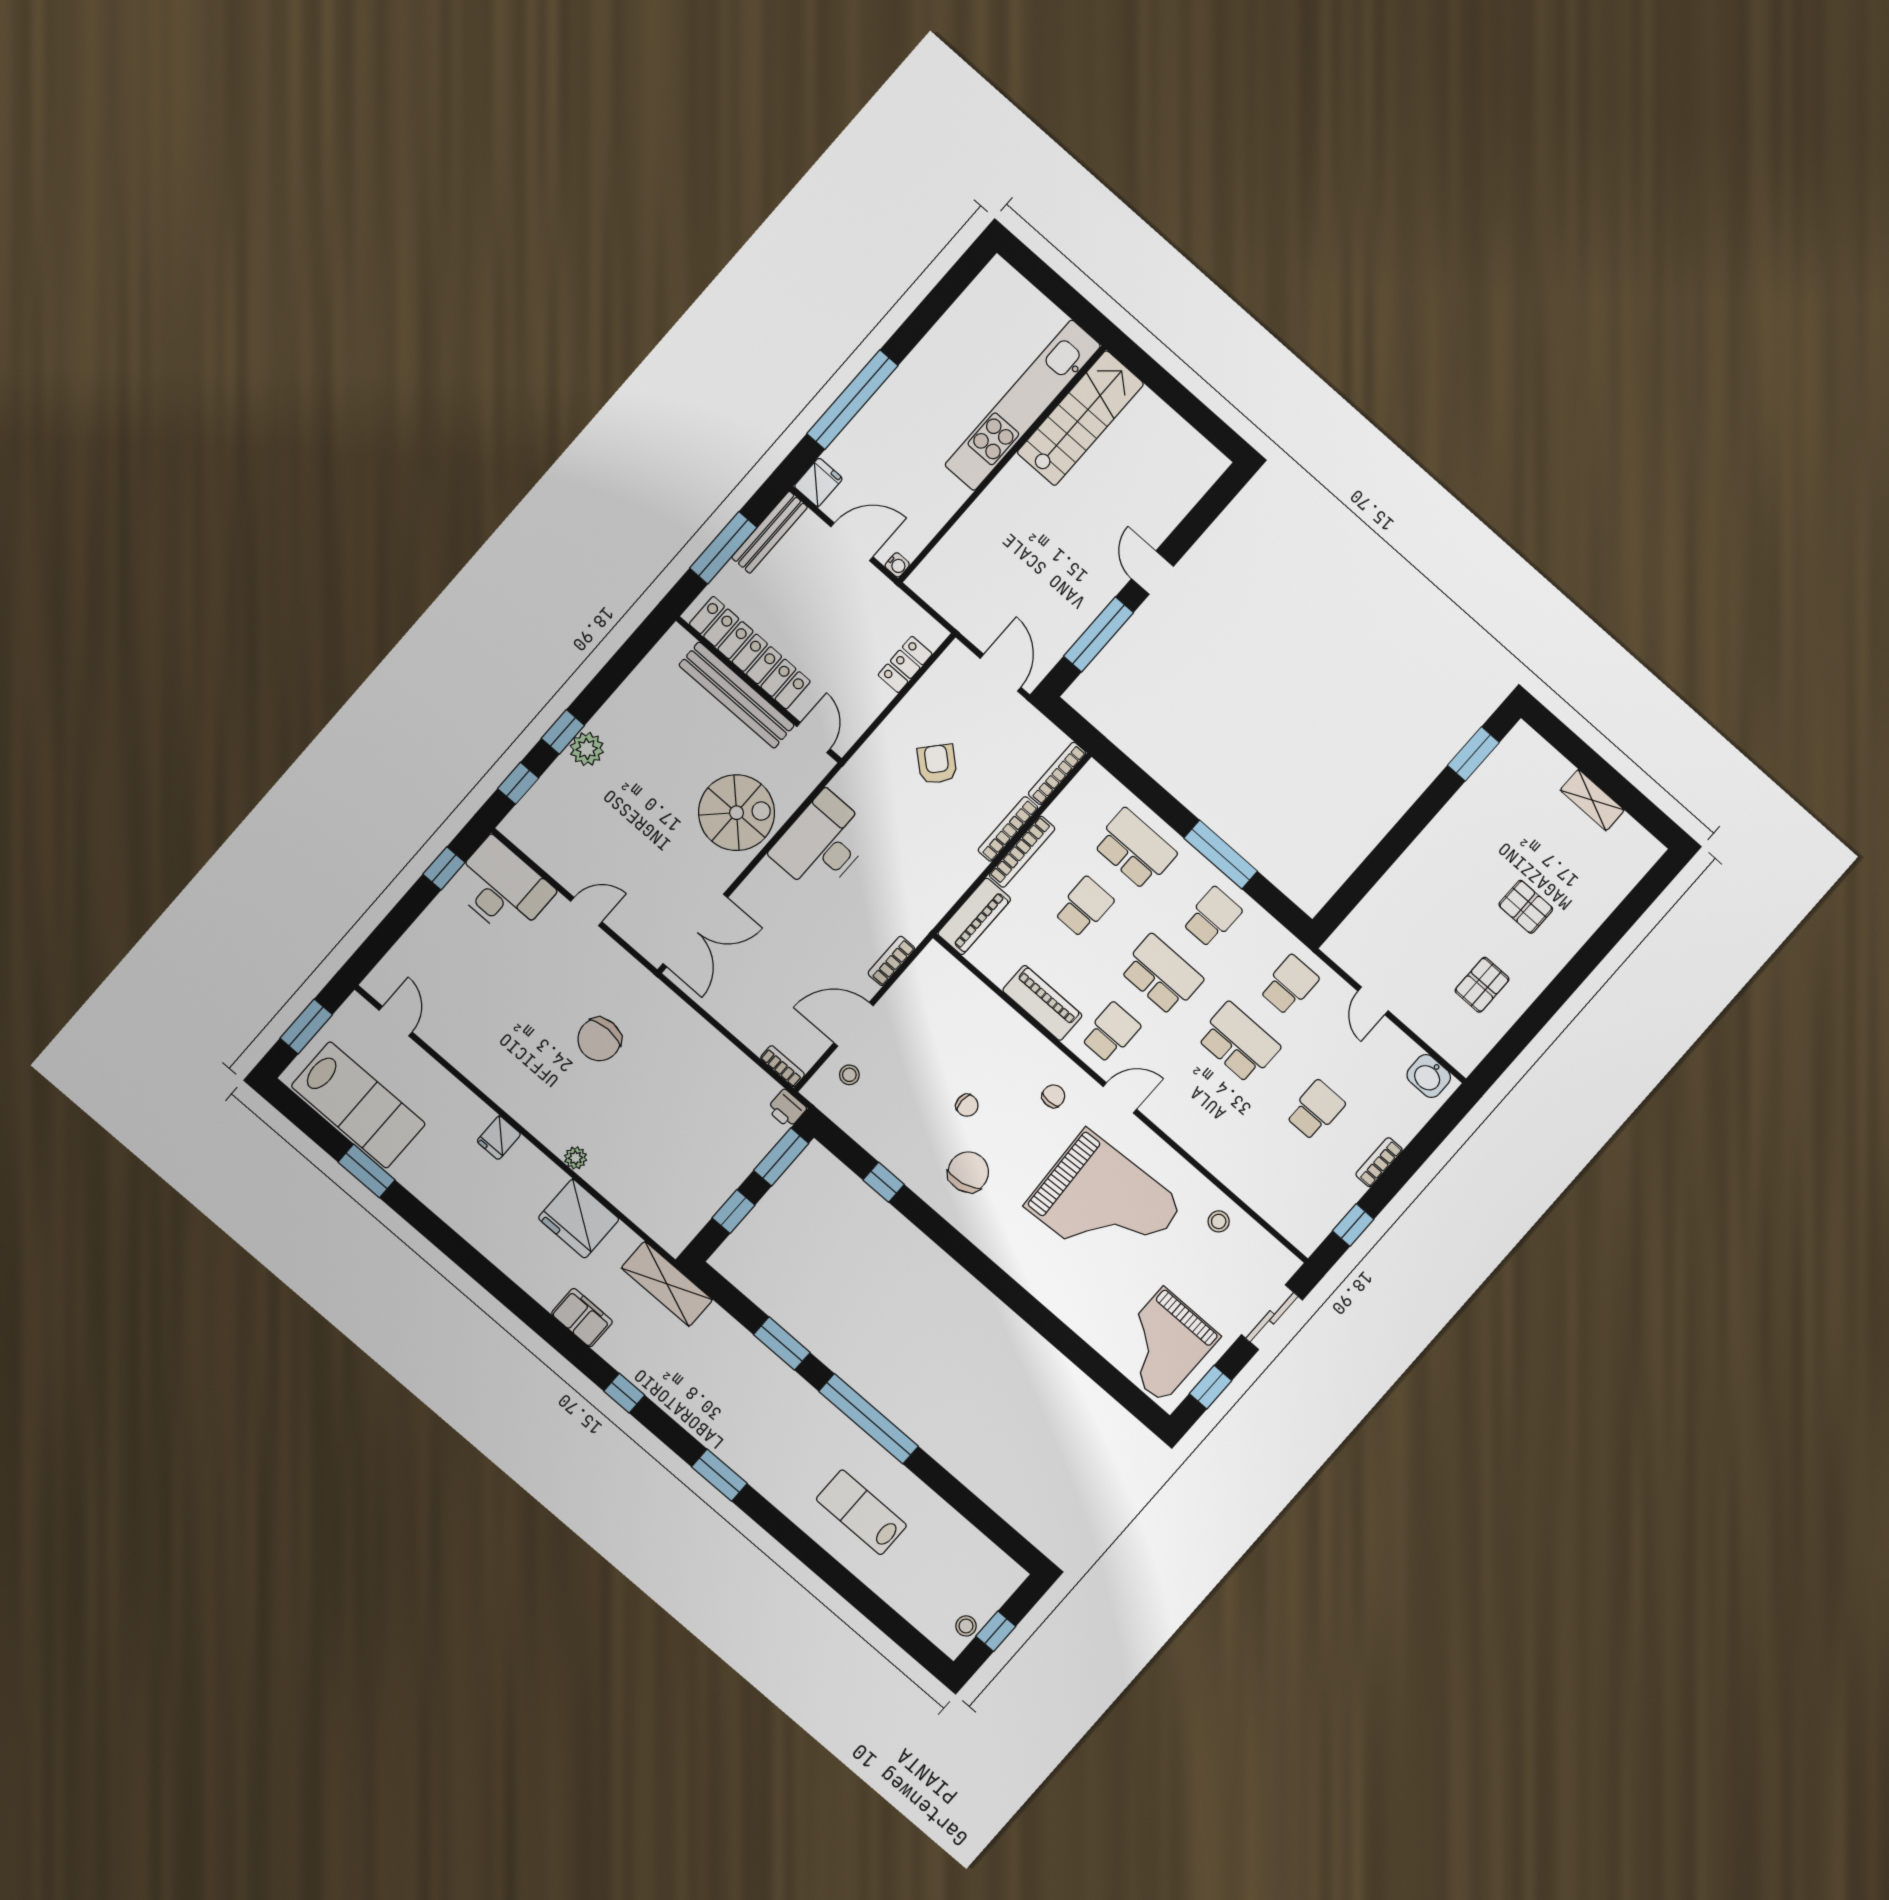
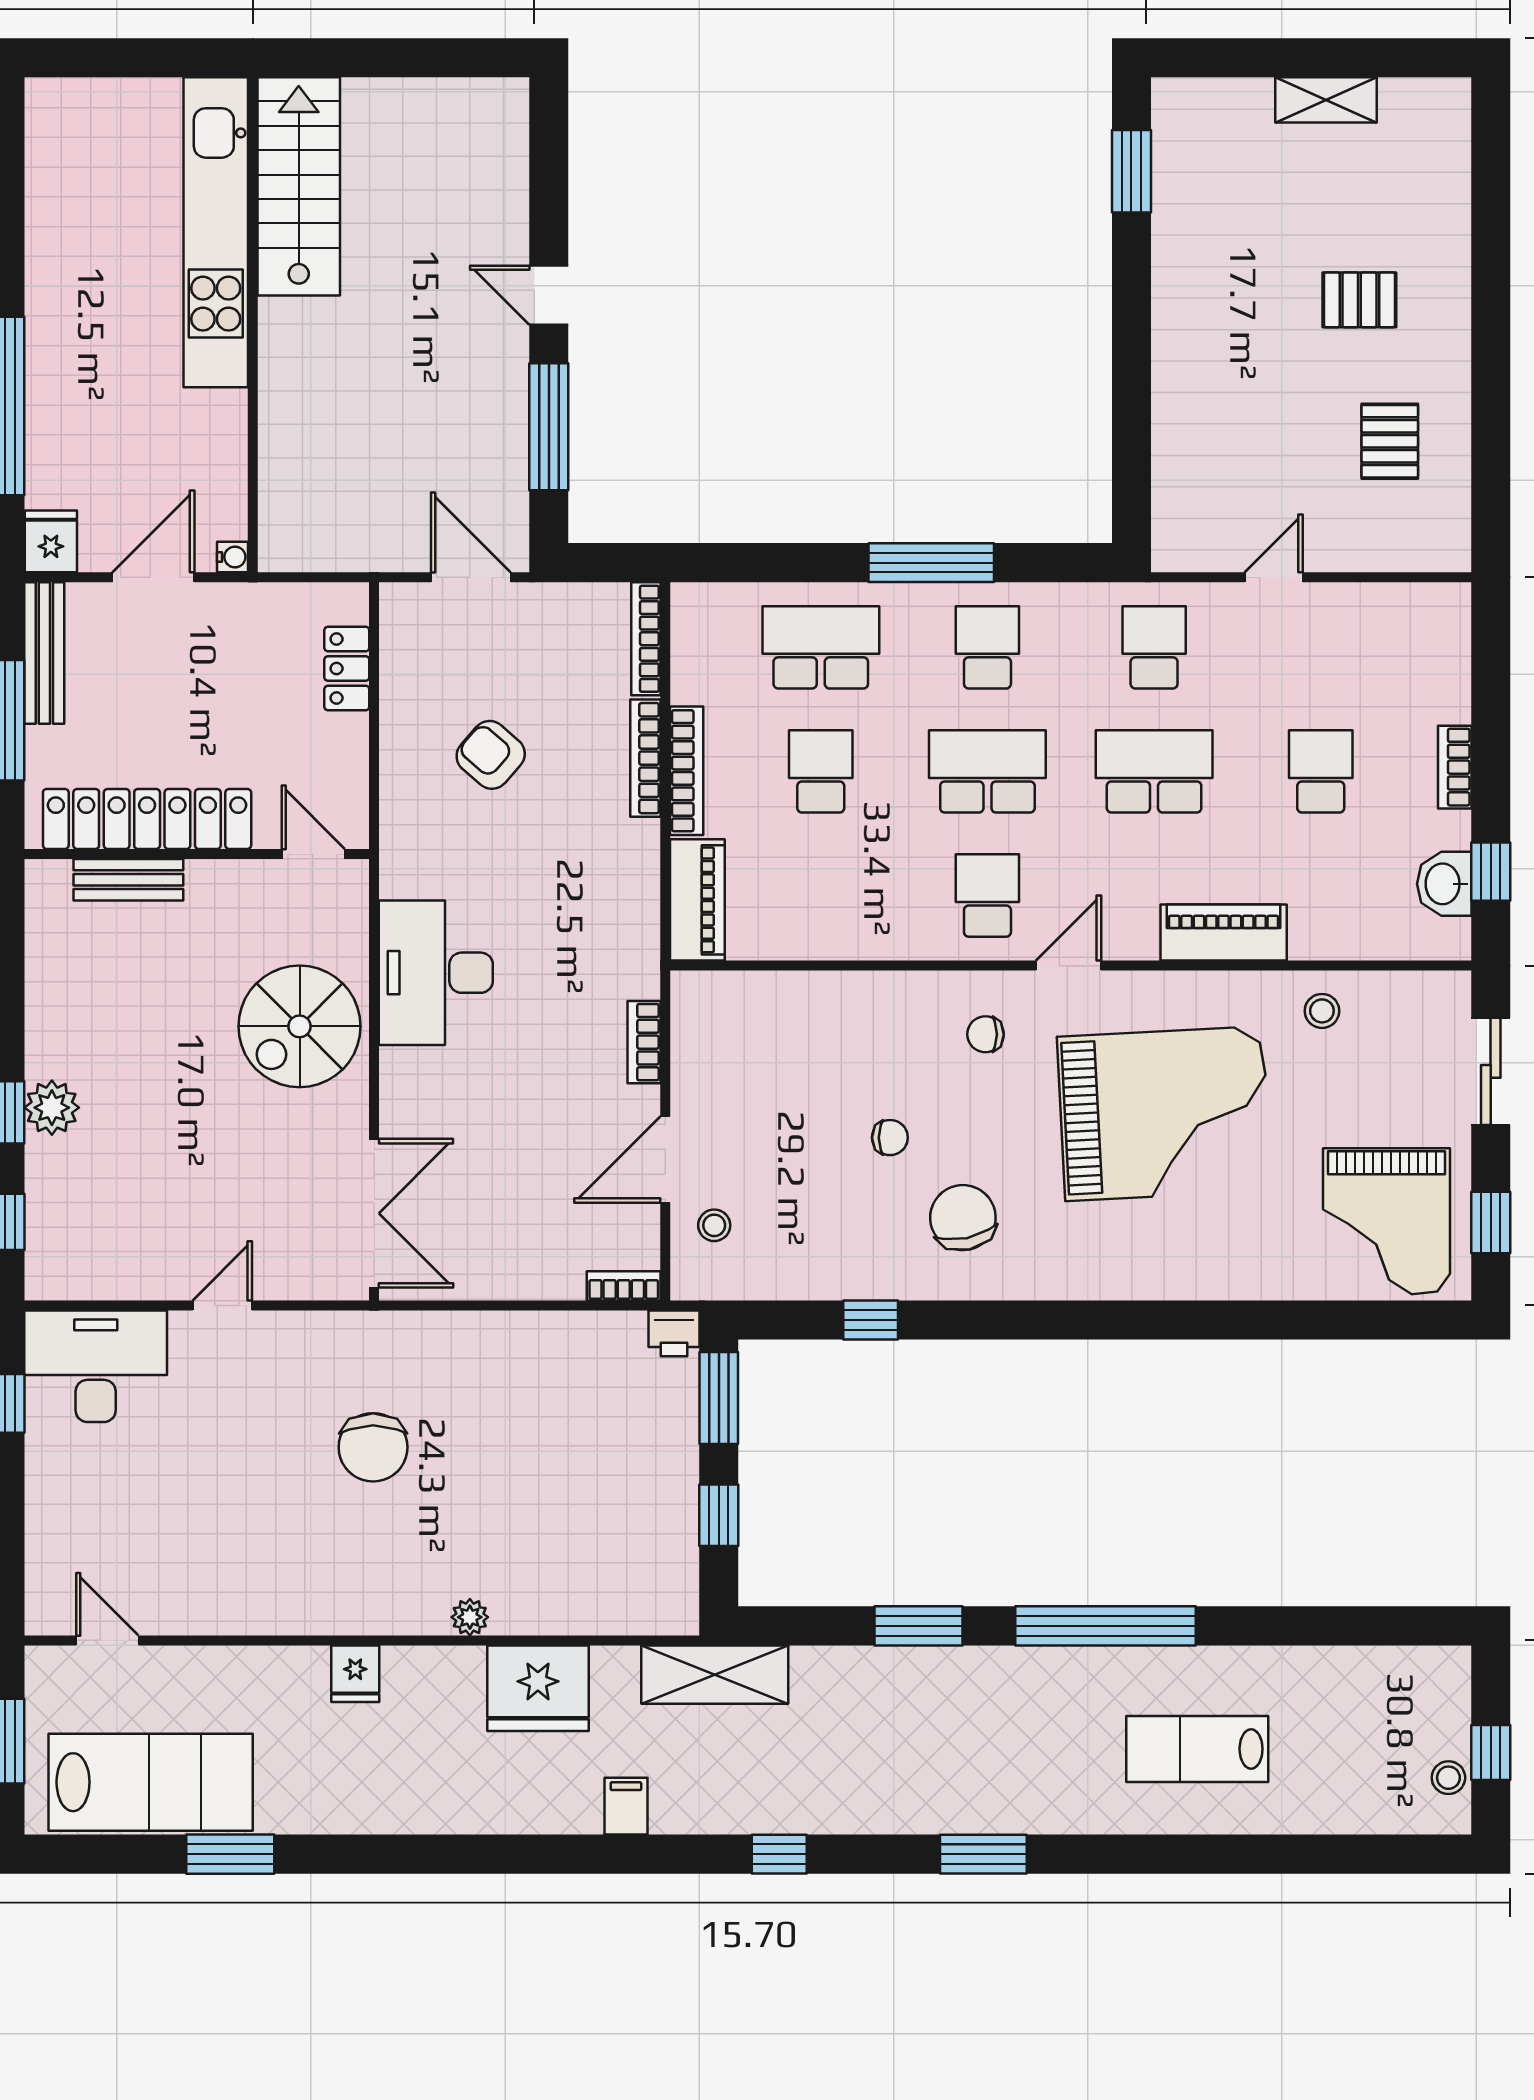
bench: (737, 695) -> (128, 880), width x0.54, depth x0.82
spiral stairs: (737, 813) -> (300, 1026), turned 180
door: (1373, 1001) -> (1274, 577), swing flipped
piano: (1042, 1003) -> (1224, 933), moved
washbasin: (1429, 1076) -> (1444, 884), moved, turned 90
chair: (1053, 1096) -> (985, 1034), turned -90
filing cabinet: (582, 1318) -> (626, 1806), width x0.50

